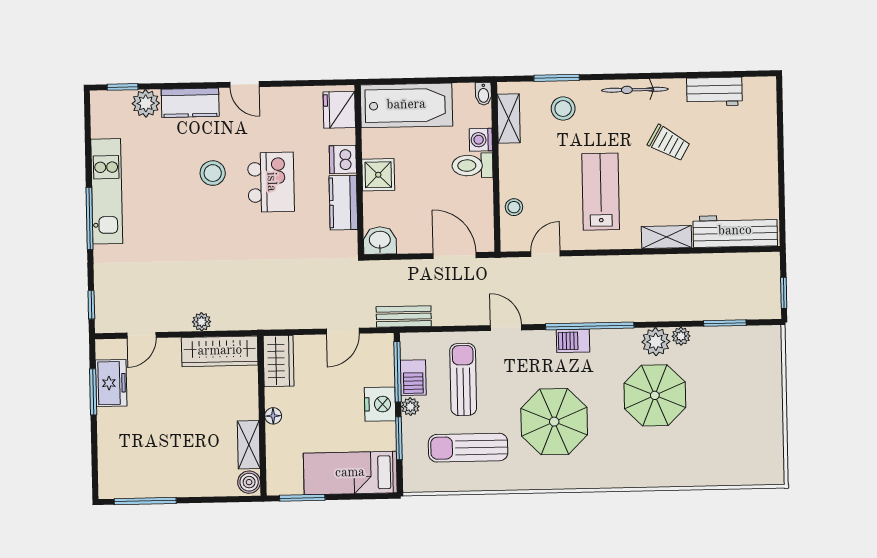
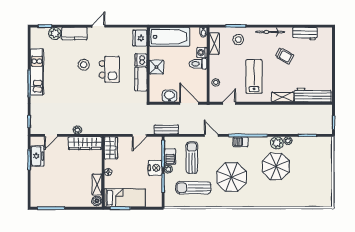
door: (244, 84) -> (98, 26), swing flipped
washbasin: (380, 240) -> (169, 96), moved
bed: (350, 473) -> (125, 198), moved, turned 180

